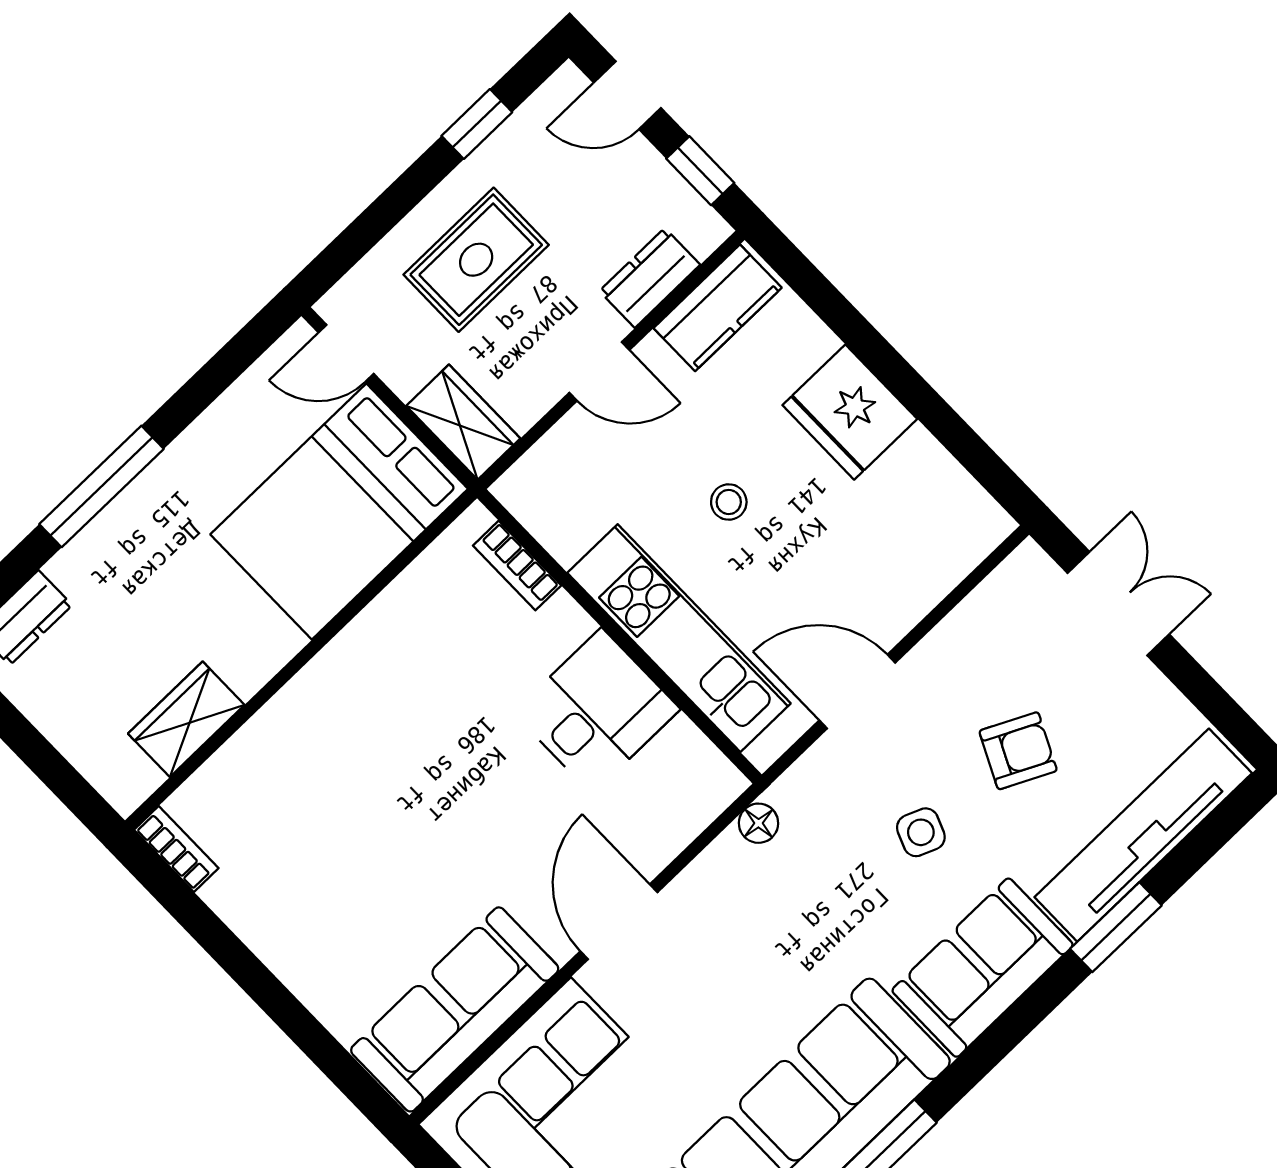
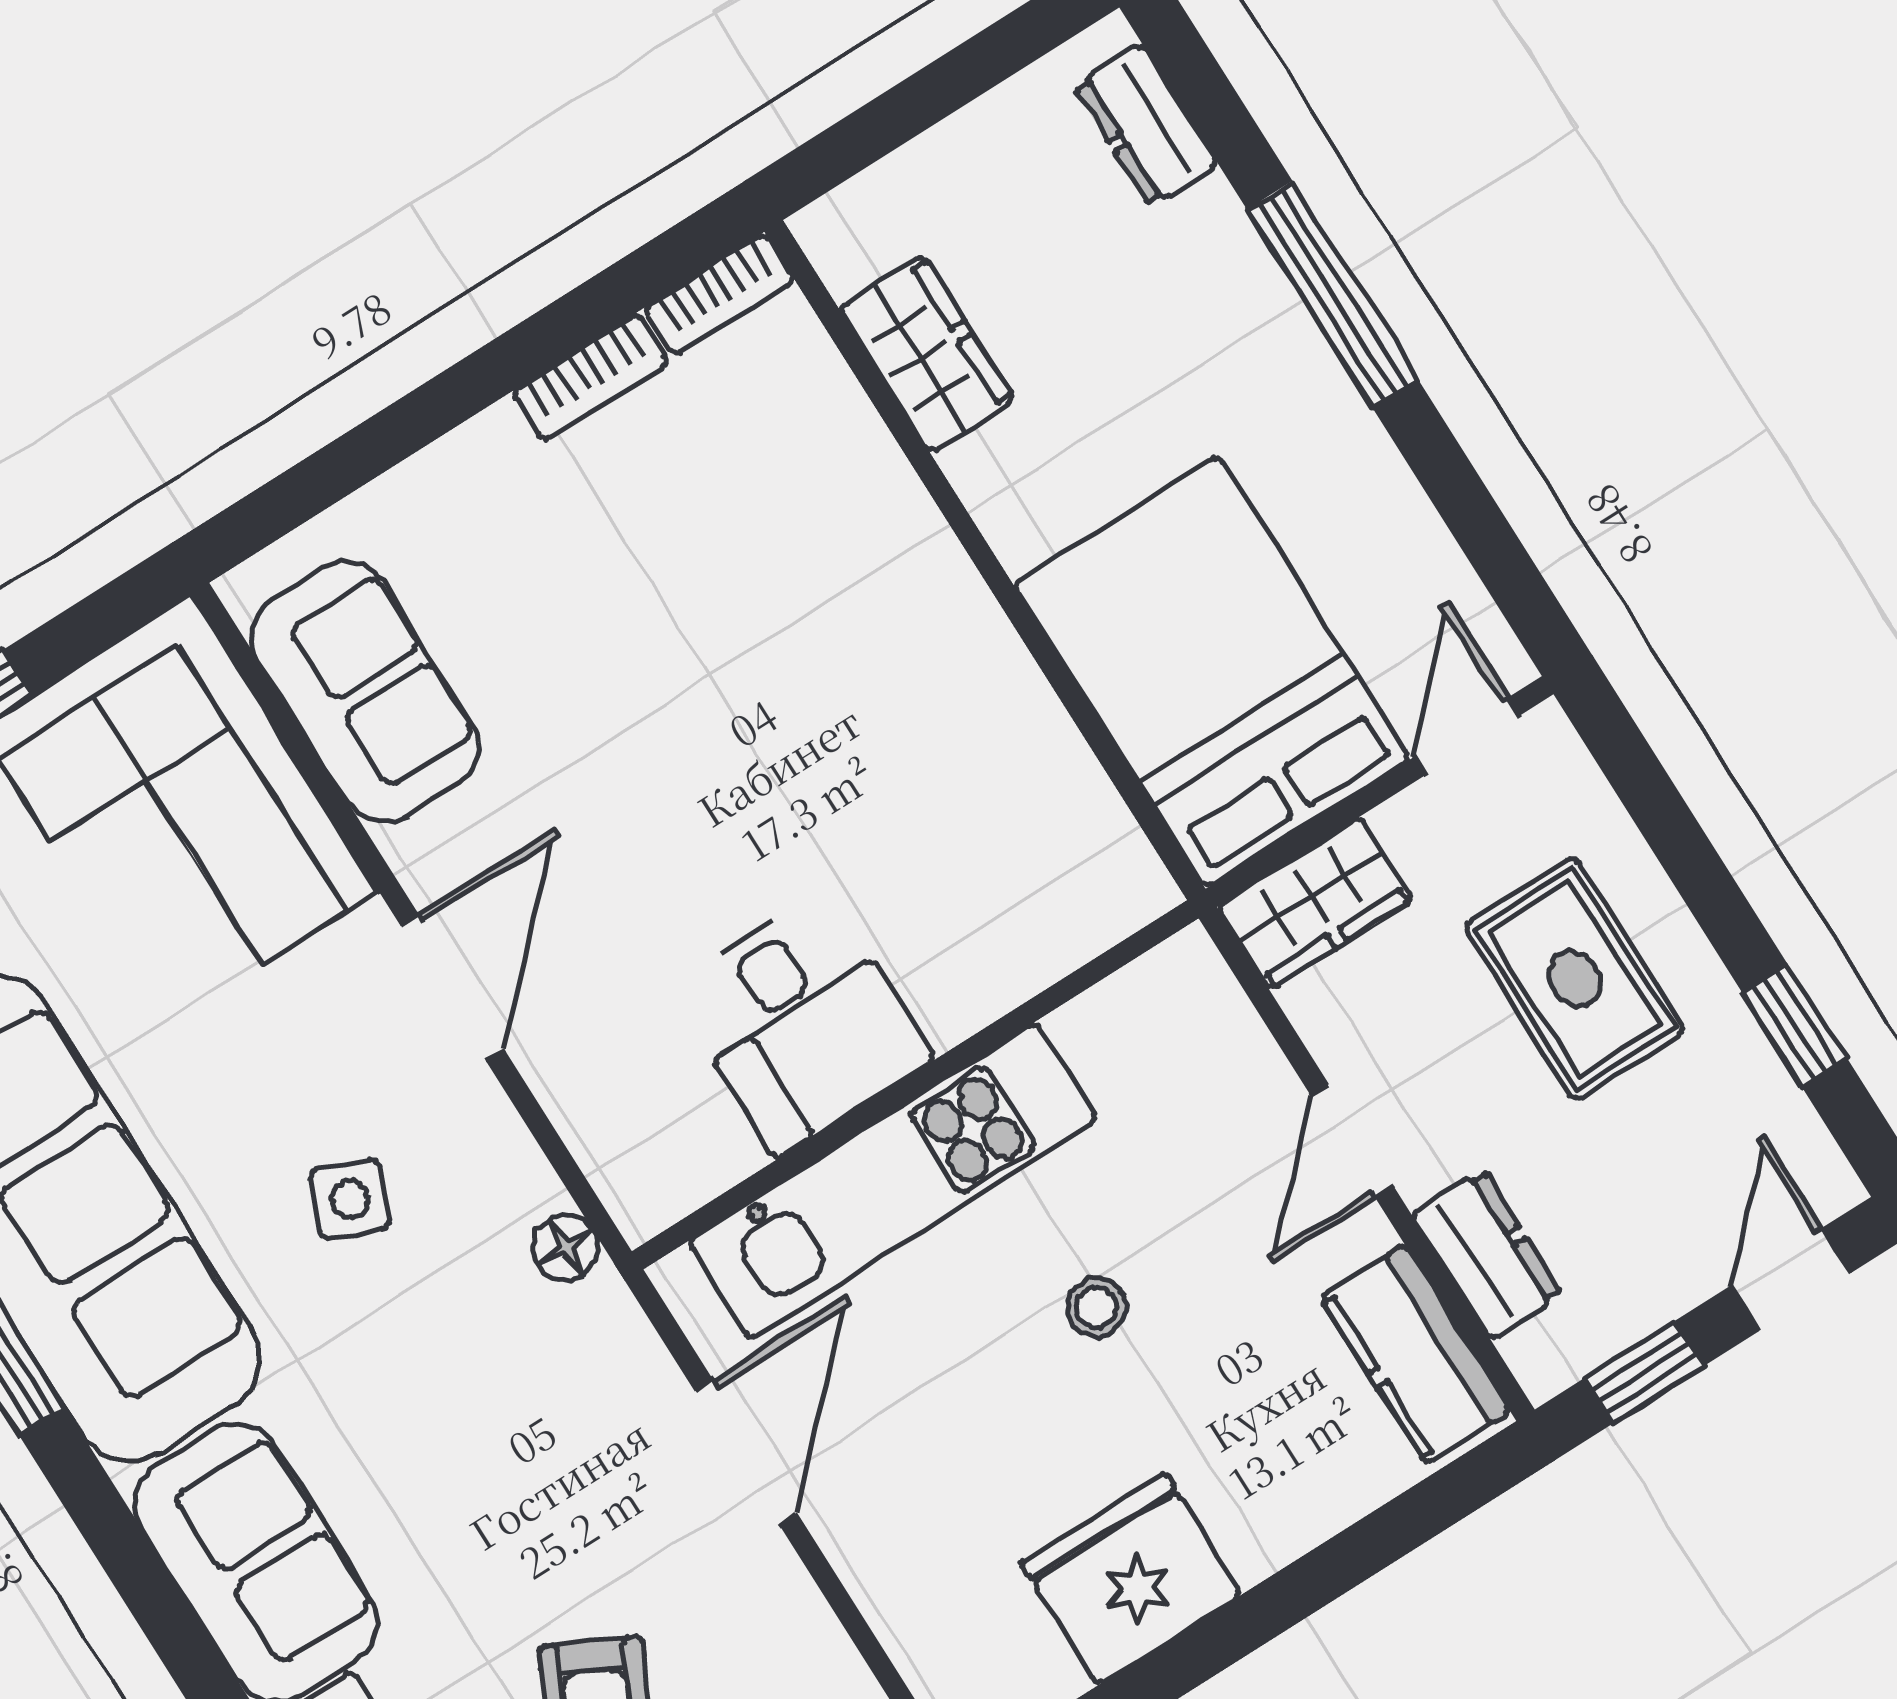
fridge: (850, 412) -> (1131, 1579), moved
bookcase: (517, 565) -> (590, 377), moved, turned 180
side table: (921, 832) -> (350, 1199), moved
door: (619, 922) -> (453, 988), hinge flipped
sofa: (455, 1009) -> (365, 692), width x0.73

